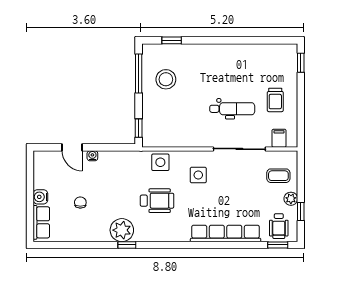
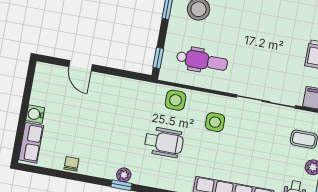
dental chair: (232, 109) -> (202, 61), moved
water cooler: (92, 156) -> (101, 79), removed
chair: (80, 202) -> (71, 164), moved
plant: (122, 230) -> (124, 175), width x0.53, depth x0.53

